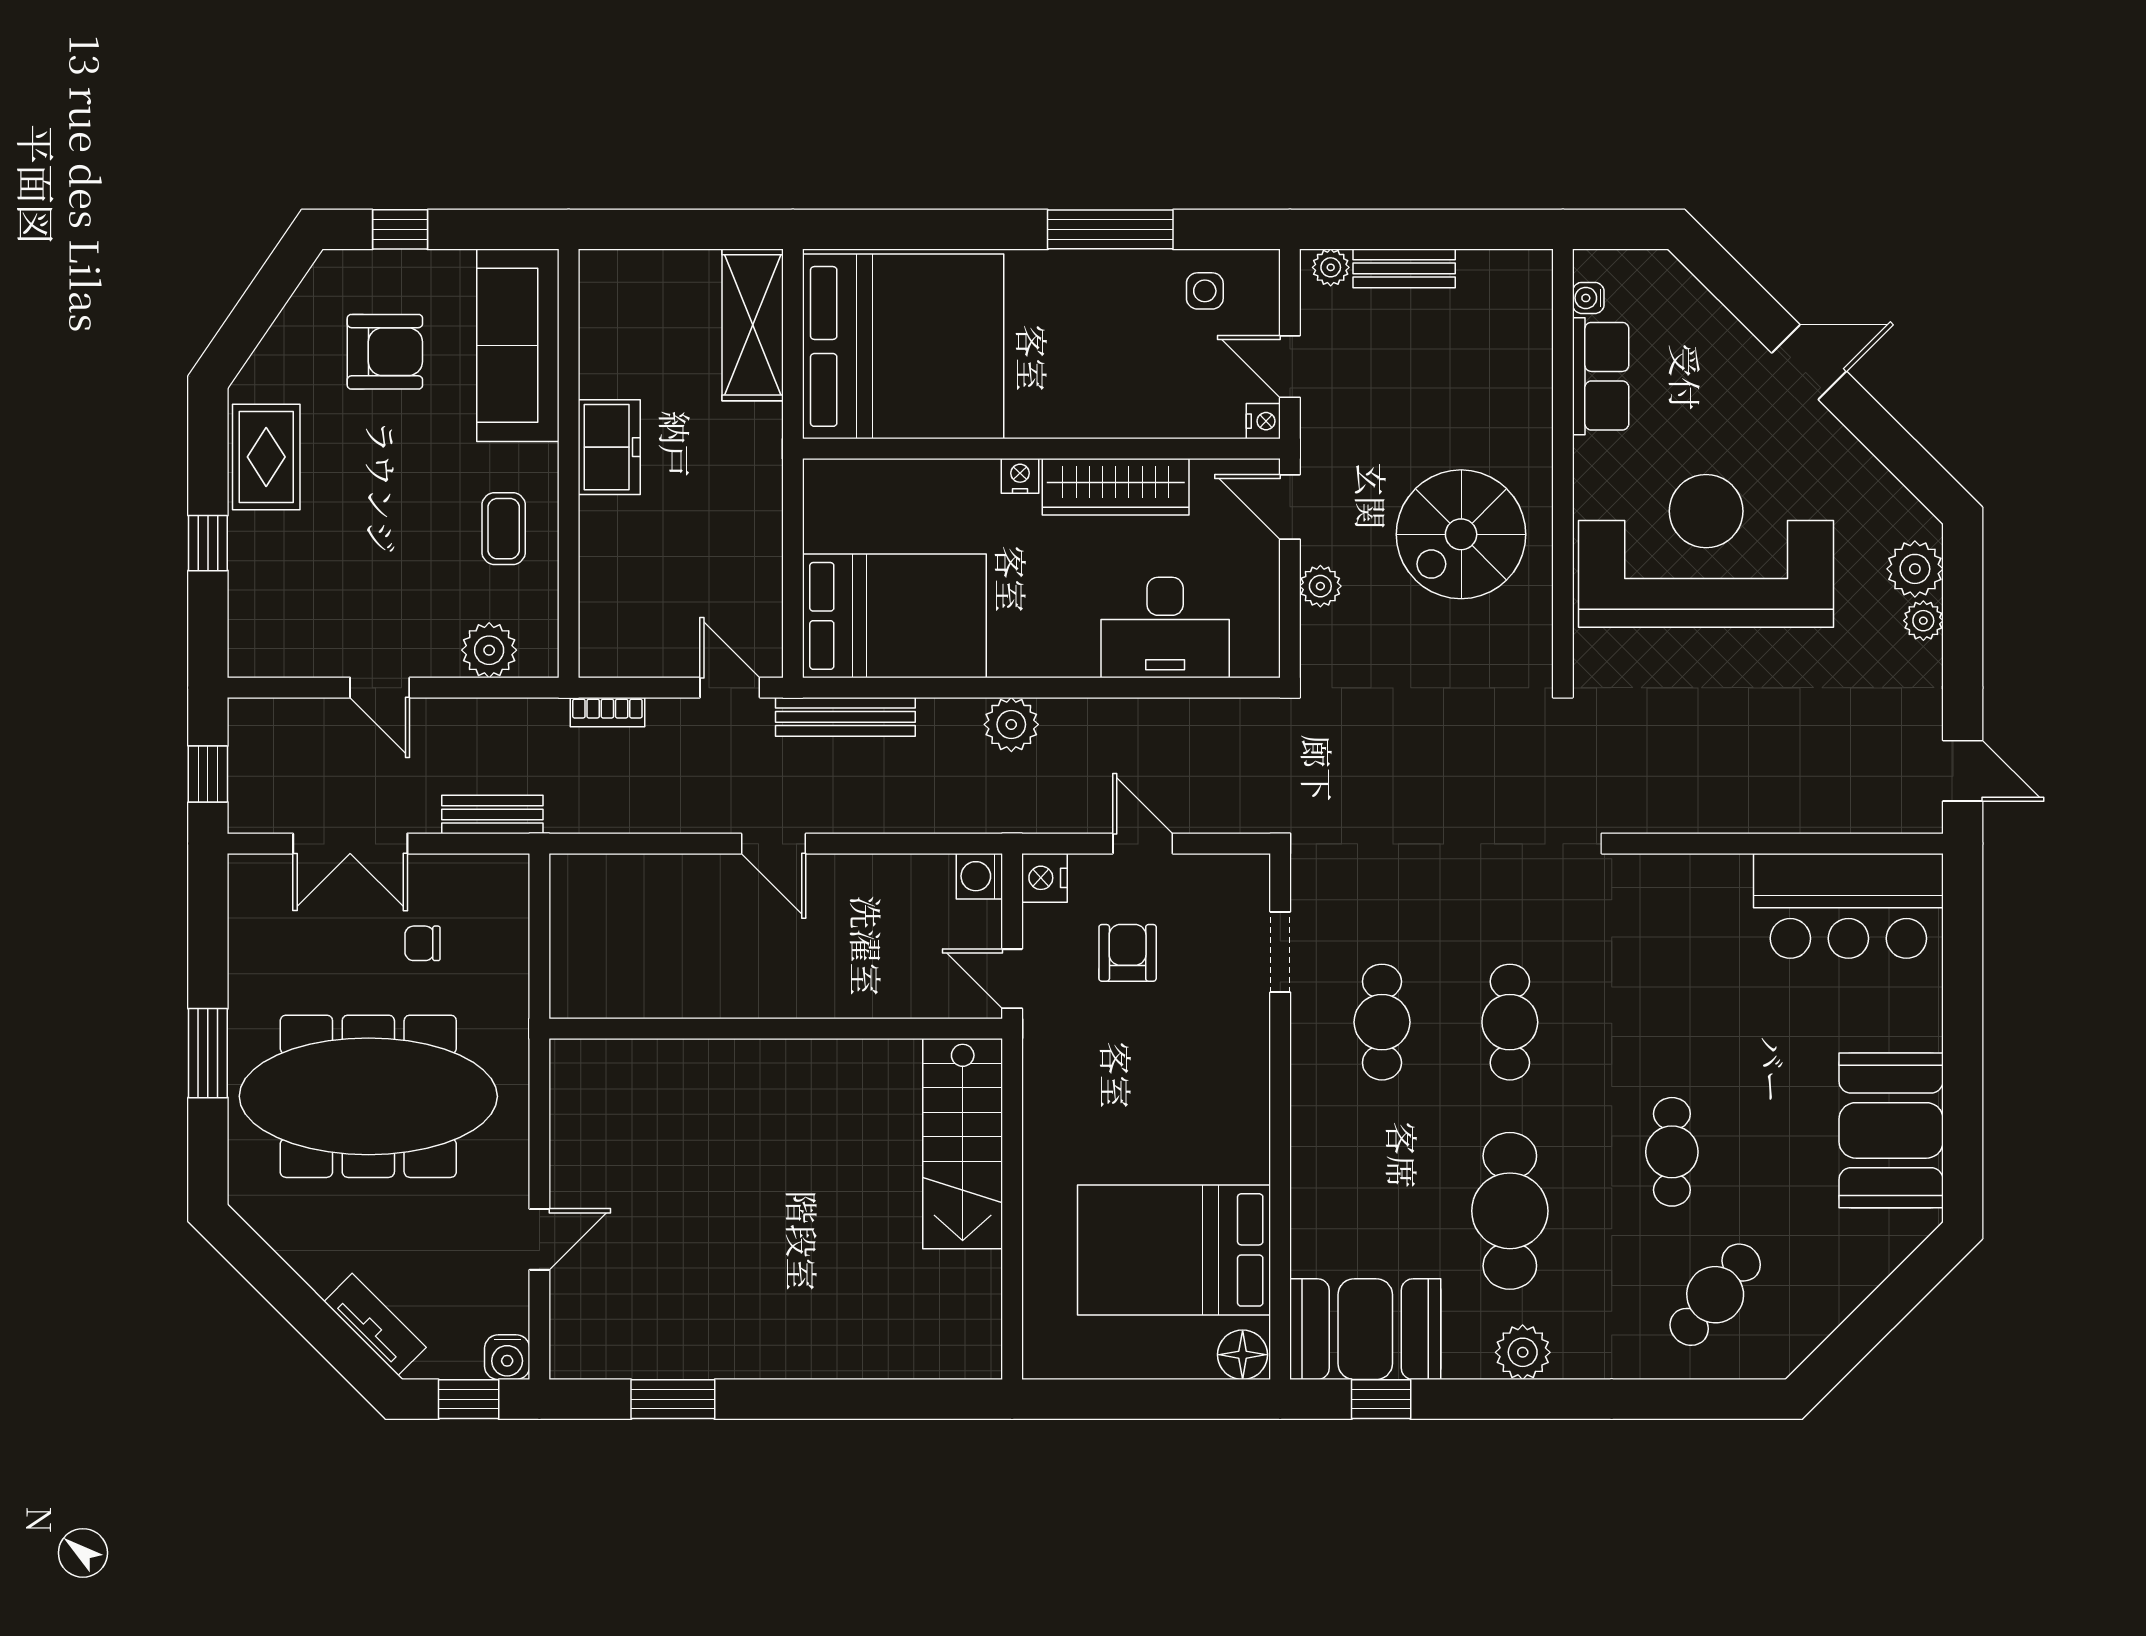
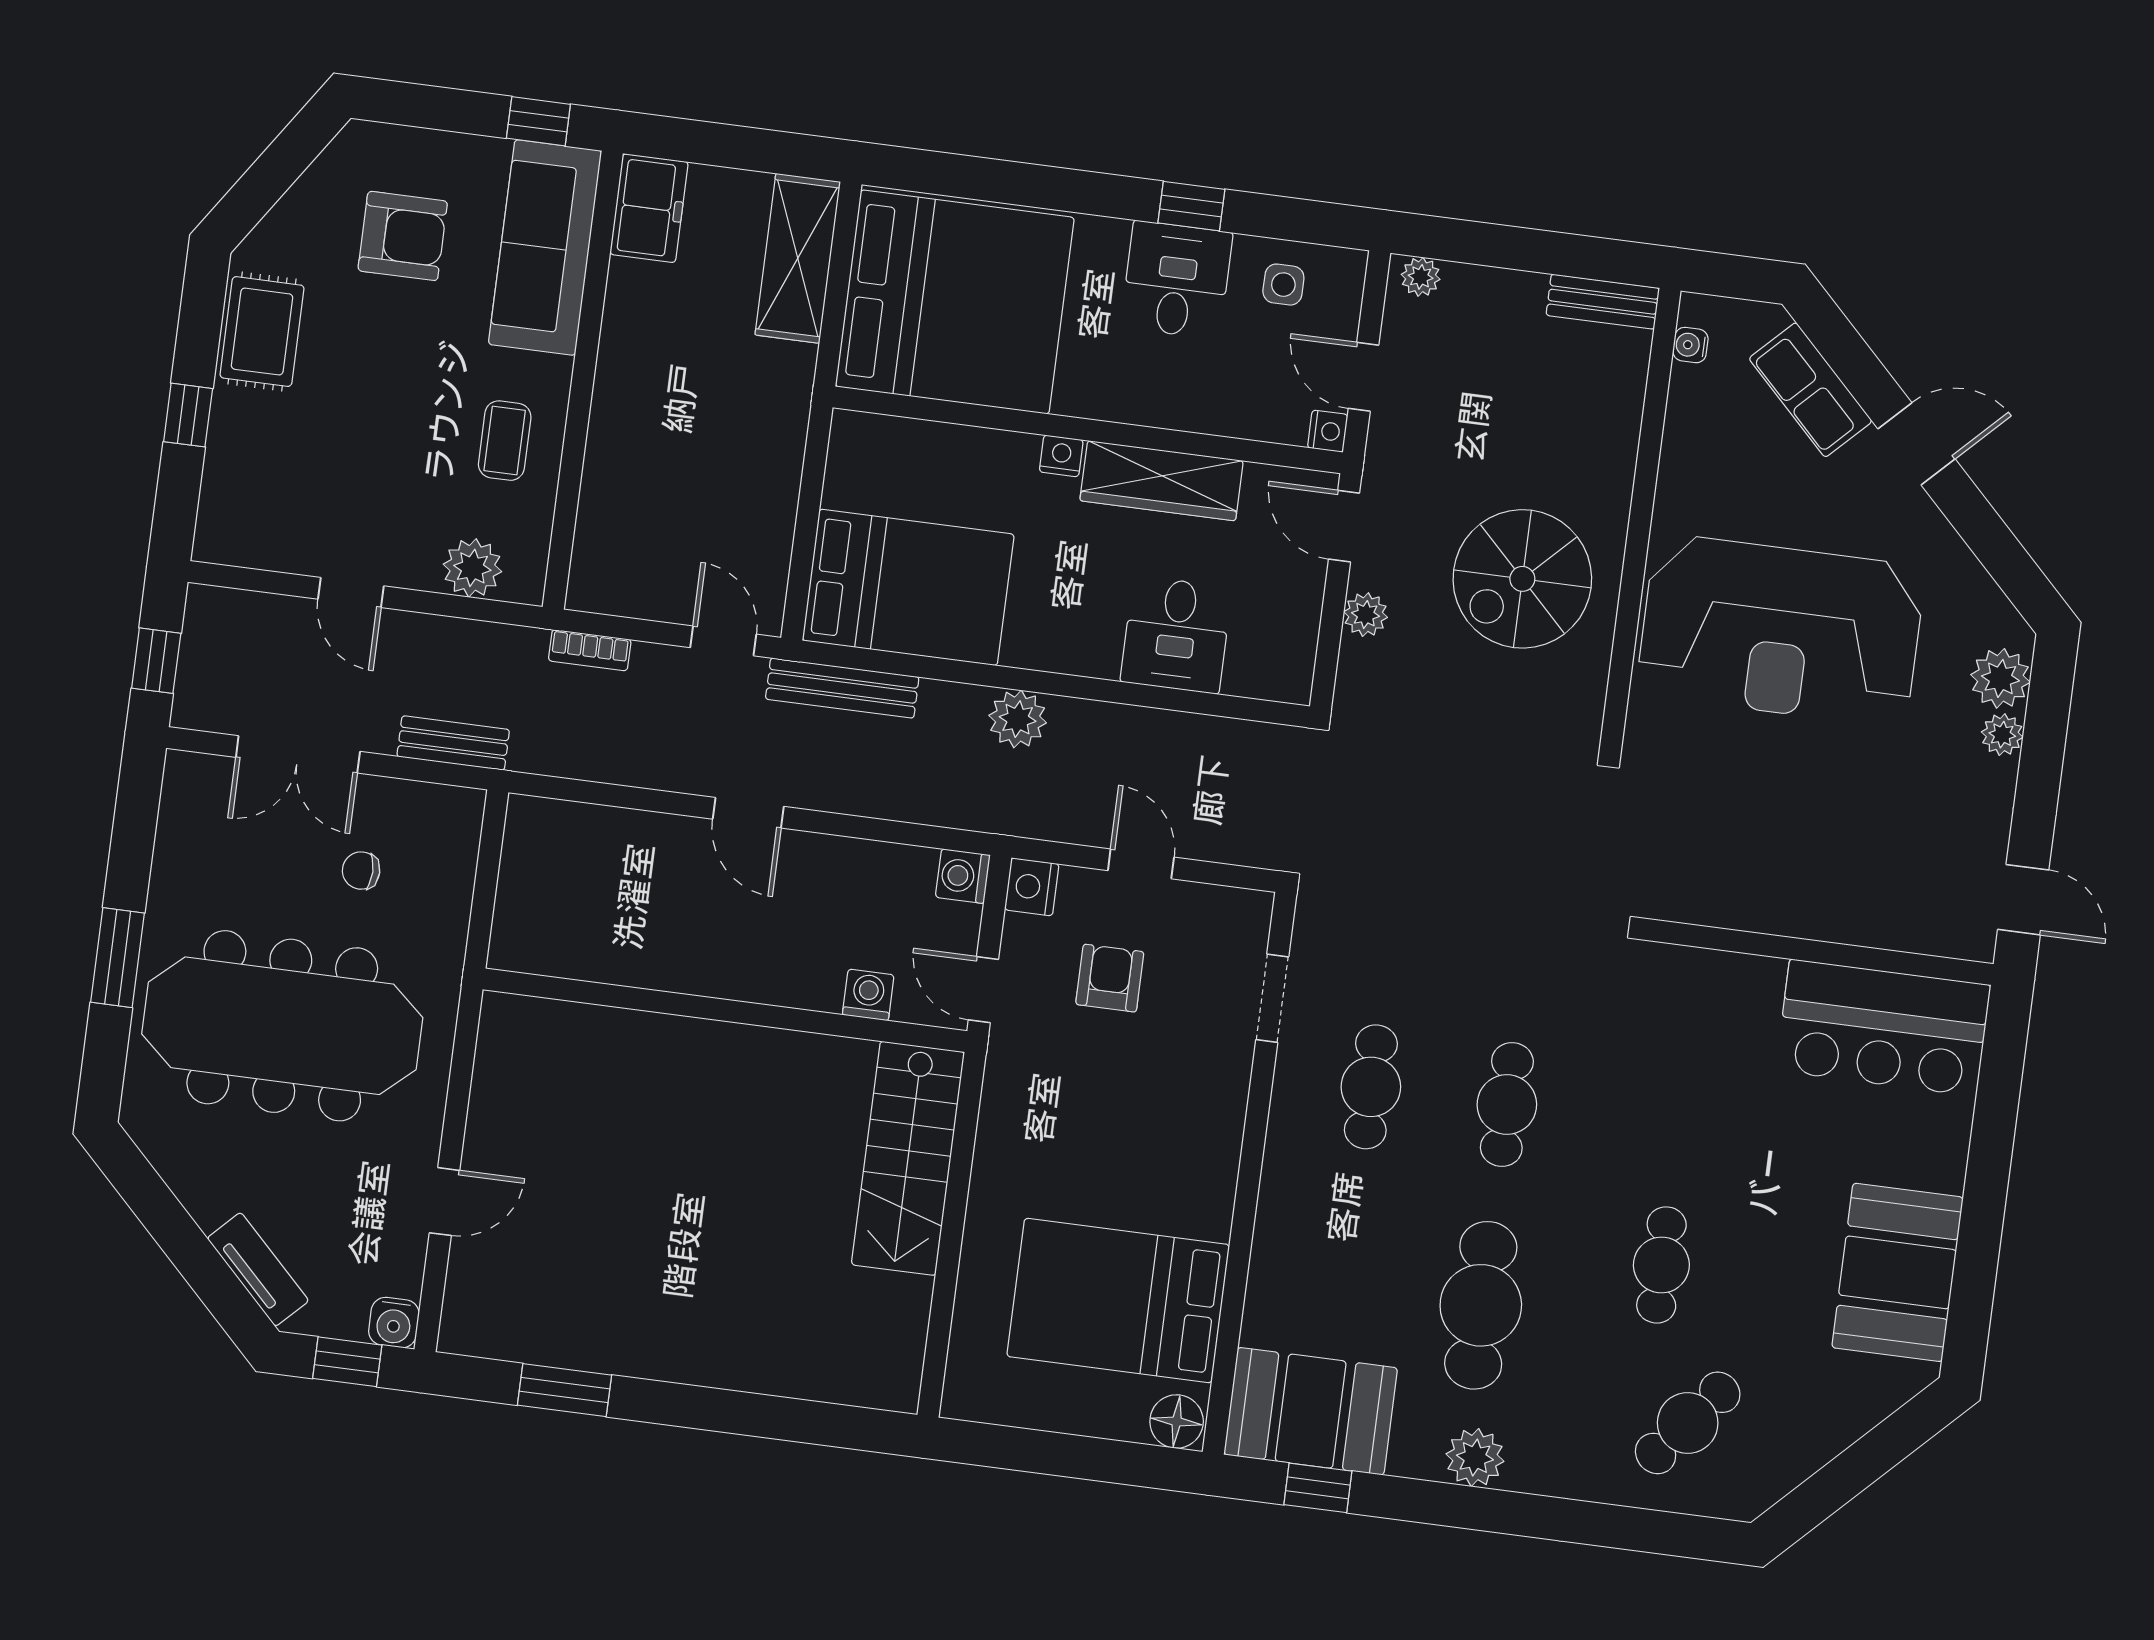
window: (400, 229) -> (538, 121), moved
window: (1110, 229) -> (1191, 206), width x0.46
bench: (1404, 268) -> (1603, 302), moved
desk: (1105, 299) -> (1177, 280), added
row of seats: (1601, 376) -> (1811, 390), moved, turned 135
freezer: (609, 447) -> (649, 208), moved
reception desk: (1706, 551) -> (1781, 630), turned 180
desk: (1165, 627) -> (1176, 635), width x0.73
washing machine: (906, 997) -> (868, 995), added

